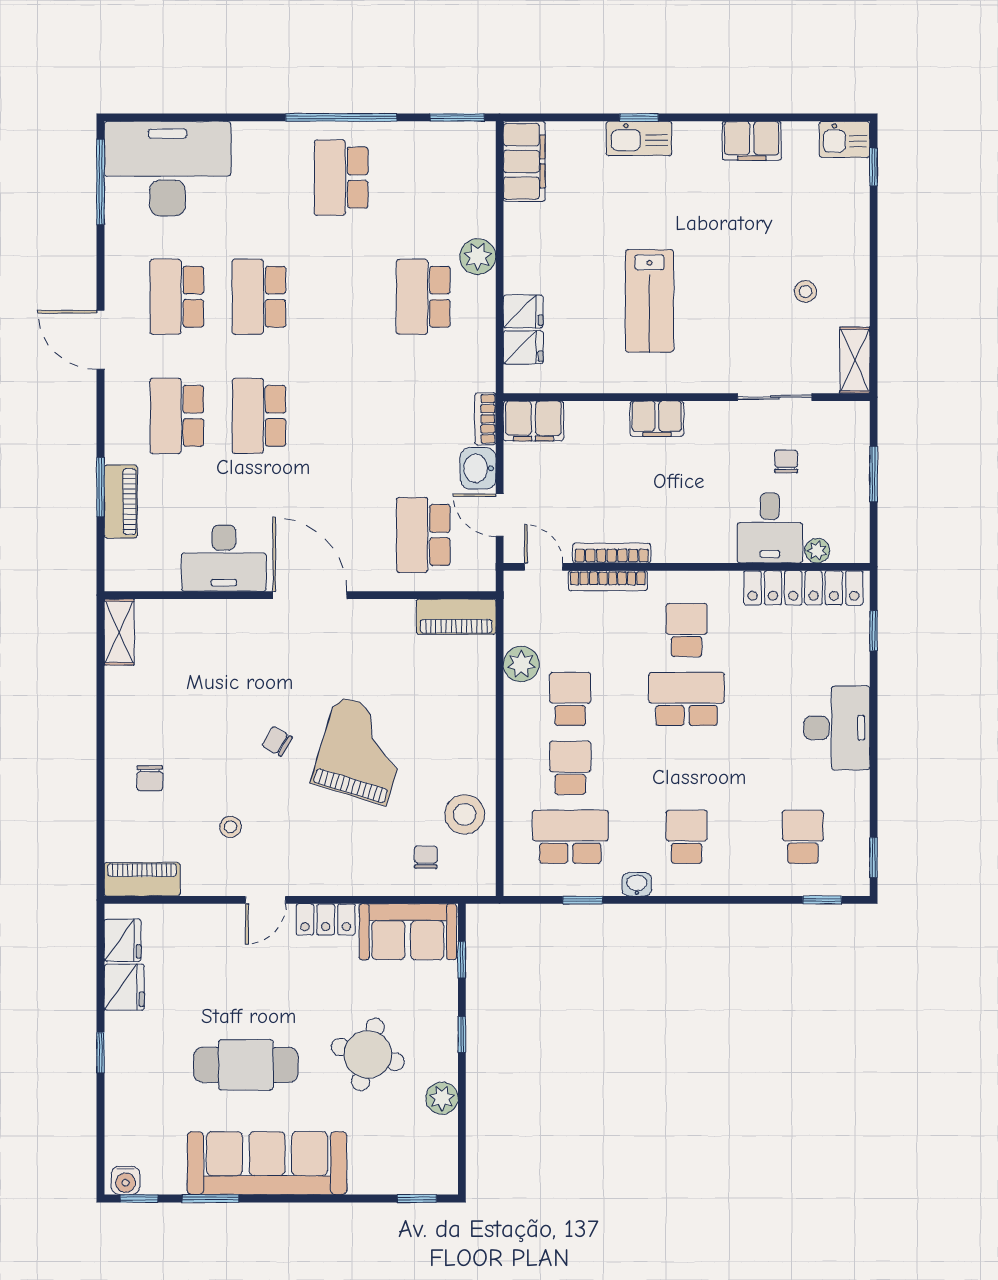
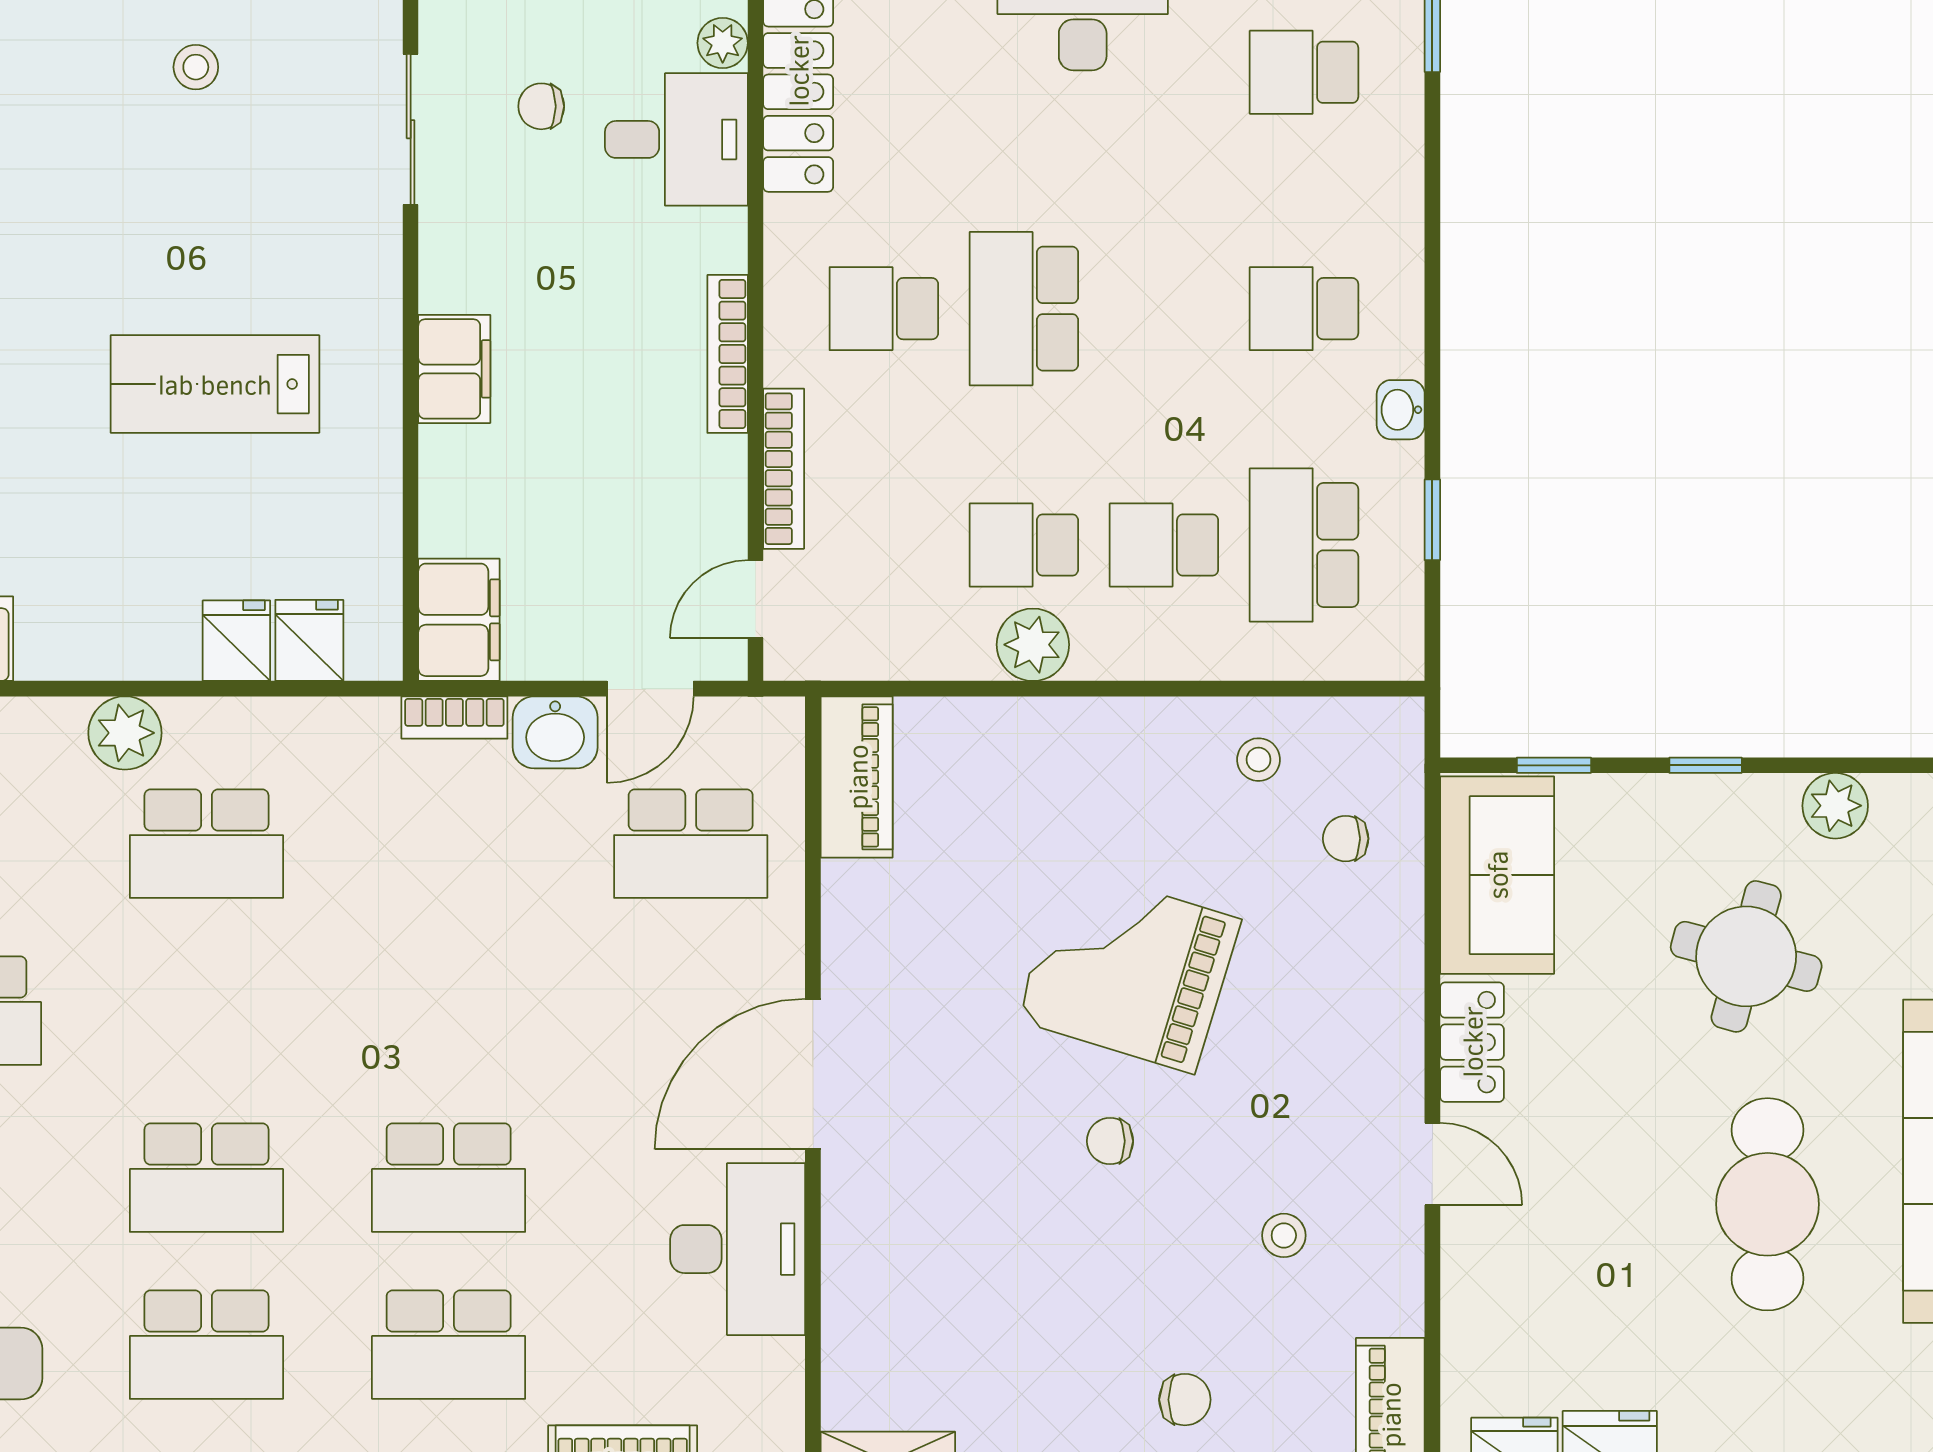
lab bench: (649, 301) -> (215, 384), turned 180
bookcase: (612, 553) -> (728, 354), moved
plant: (521, 664) -> (1033, 645), moved
chair: (277, 741) -> (1110, 1141), turned 60
stool: (465, 814) -> (1259, 760), width x0.53, depth x0.53

